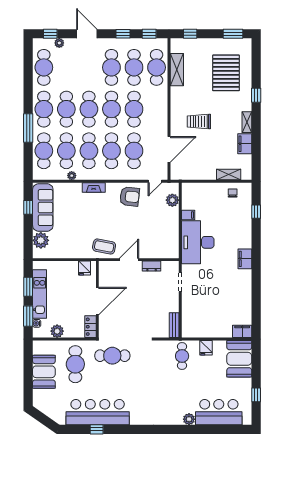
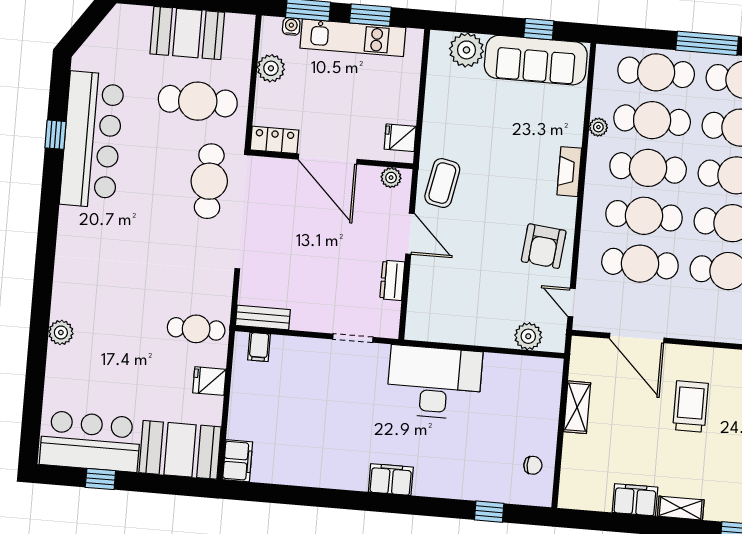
shelving: (229, 175) -> (577, 407), moved
filing cabinet: (188, 215) -> (259, 347), moved
plant: (104, 271) -> (391, 178), added
bar counter: (219, 412) -> (90, 441), moved, turned -90

